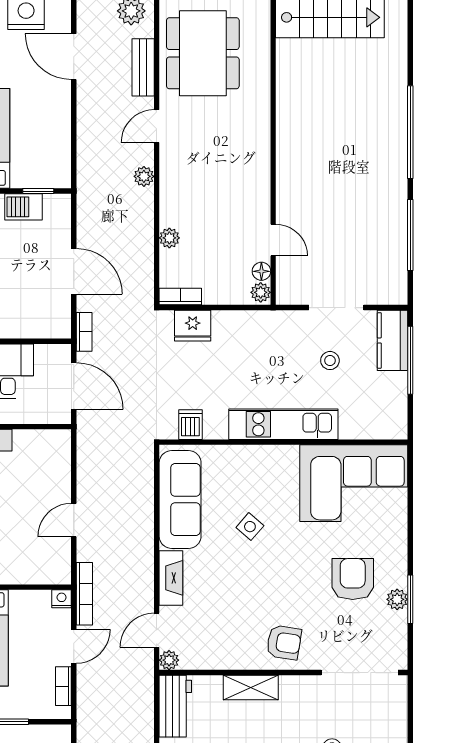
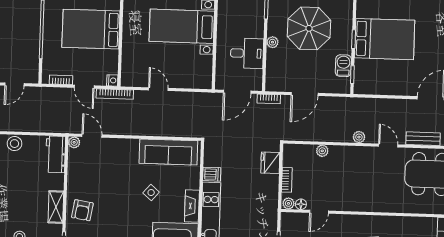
bookcase: (180, 297) -> (287, 180), moved
dishwasher: (190, 425) -> (212, 174), moved
fireplace: (171, 578) -> (192, 206), moved, turned 90
shelving: (251, 687) -> (56, 207), moved
workbench: (175, 706) -> (55, 154), moved, turned 90

